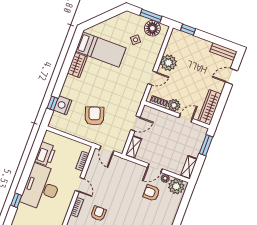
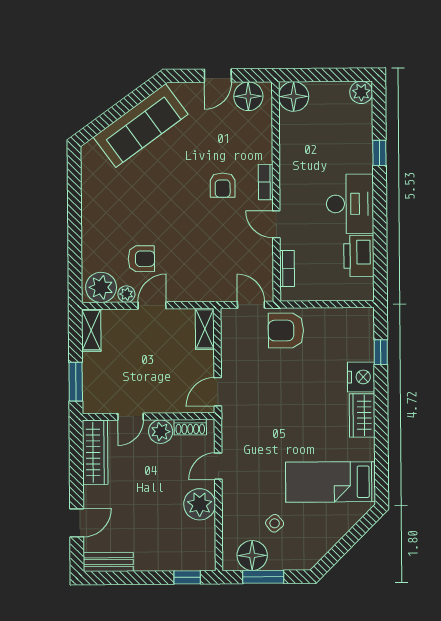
wardrobe: (77, 65) -> (362, 415), moved
nightstand: (63, 105) -> (361, 377), moved
armchair: (95, 116) -> (286, 330), moved, turned 109
door: (135, 123) -> (218, 392), moved
desk: (41, 187) -> (350, 204), width x0.73, depth x0.77

